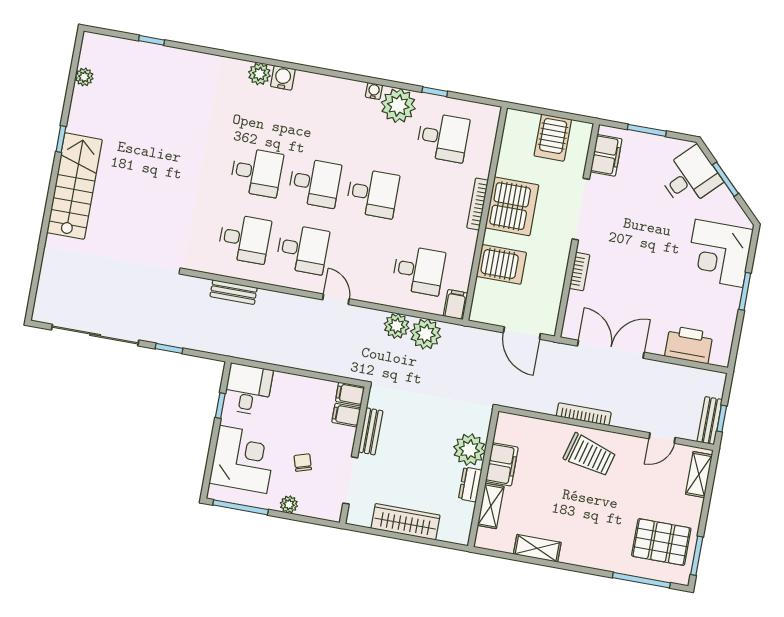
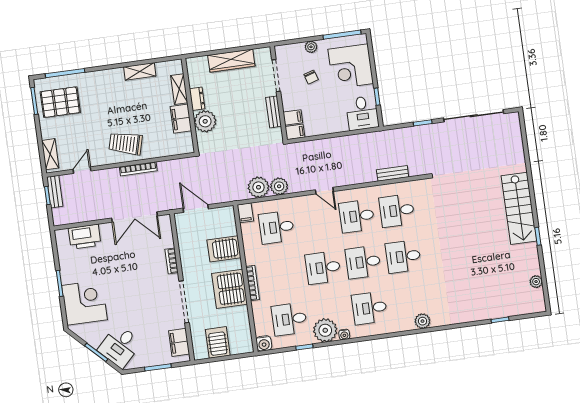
water cooler: (283, 78) -> (264, 343), moved
desk: (327, 116) -> (370, 308), added

